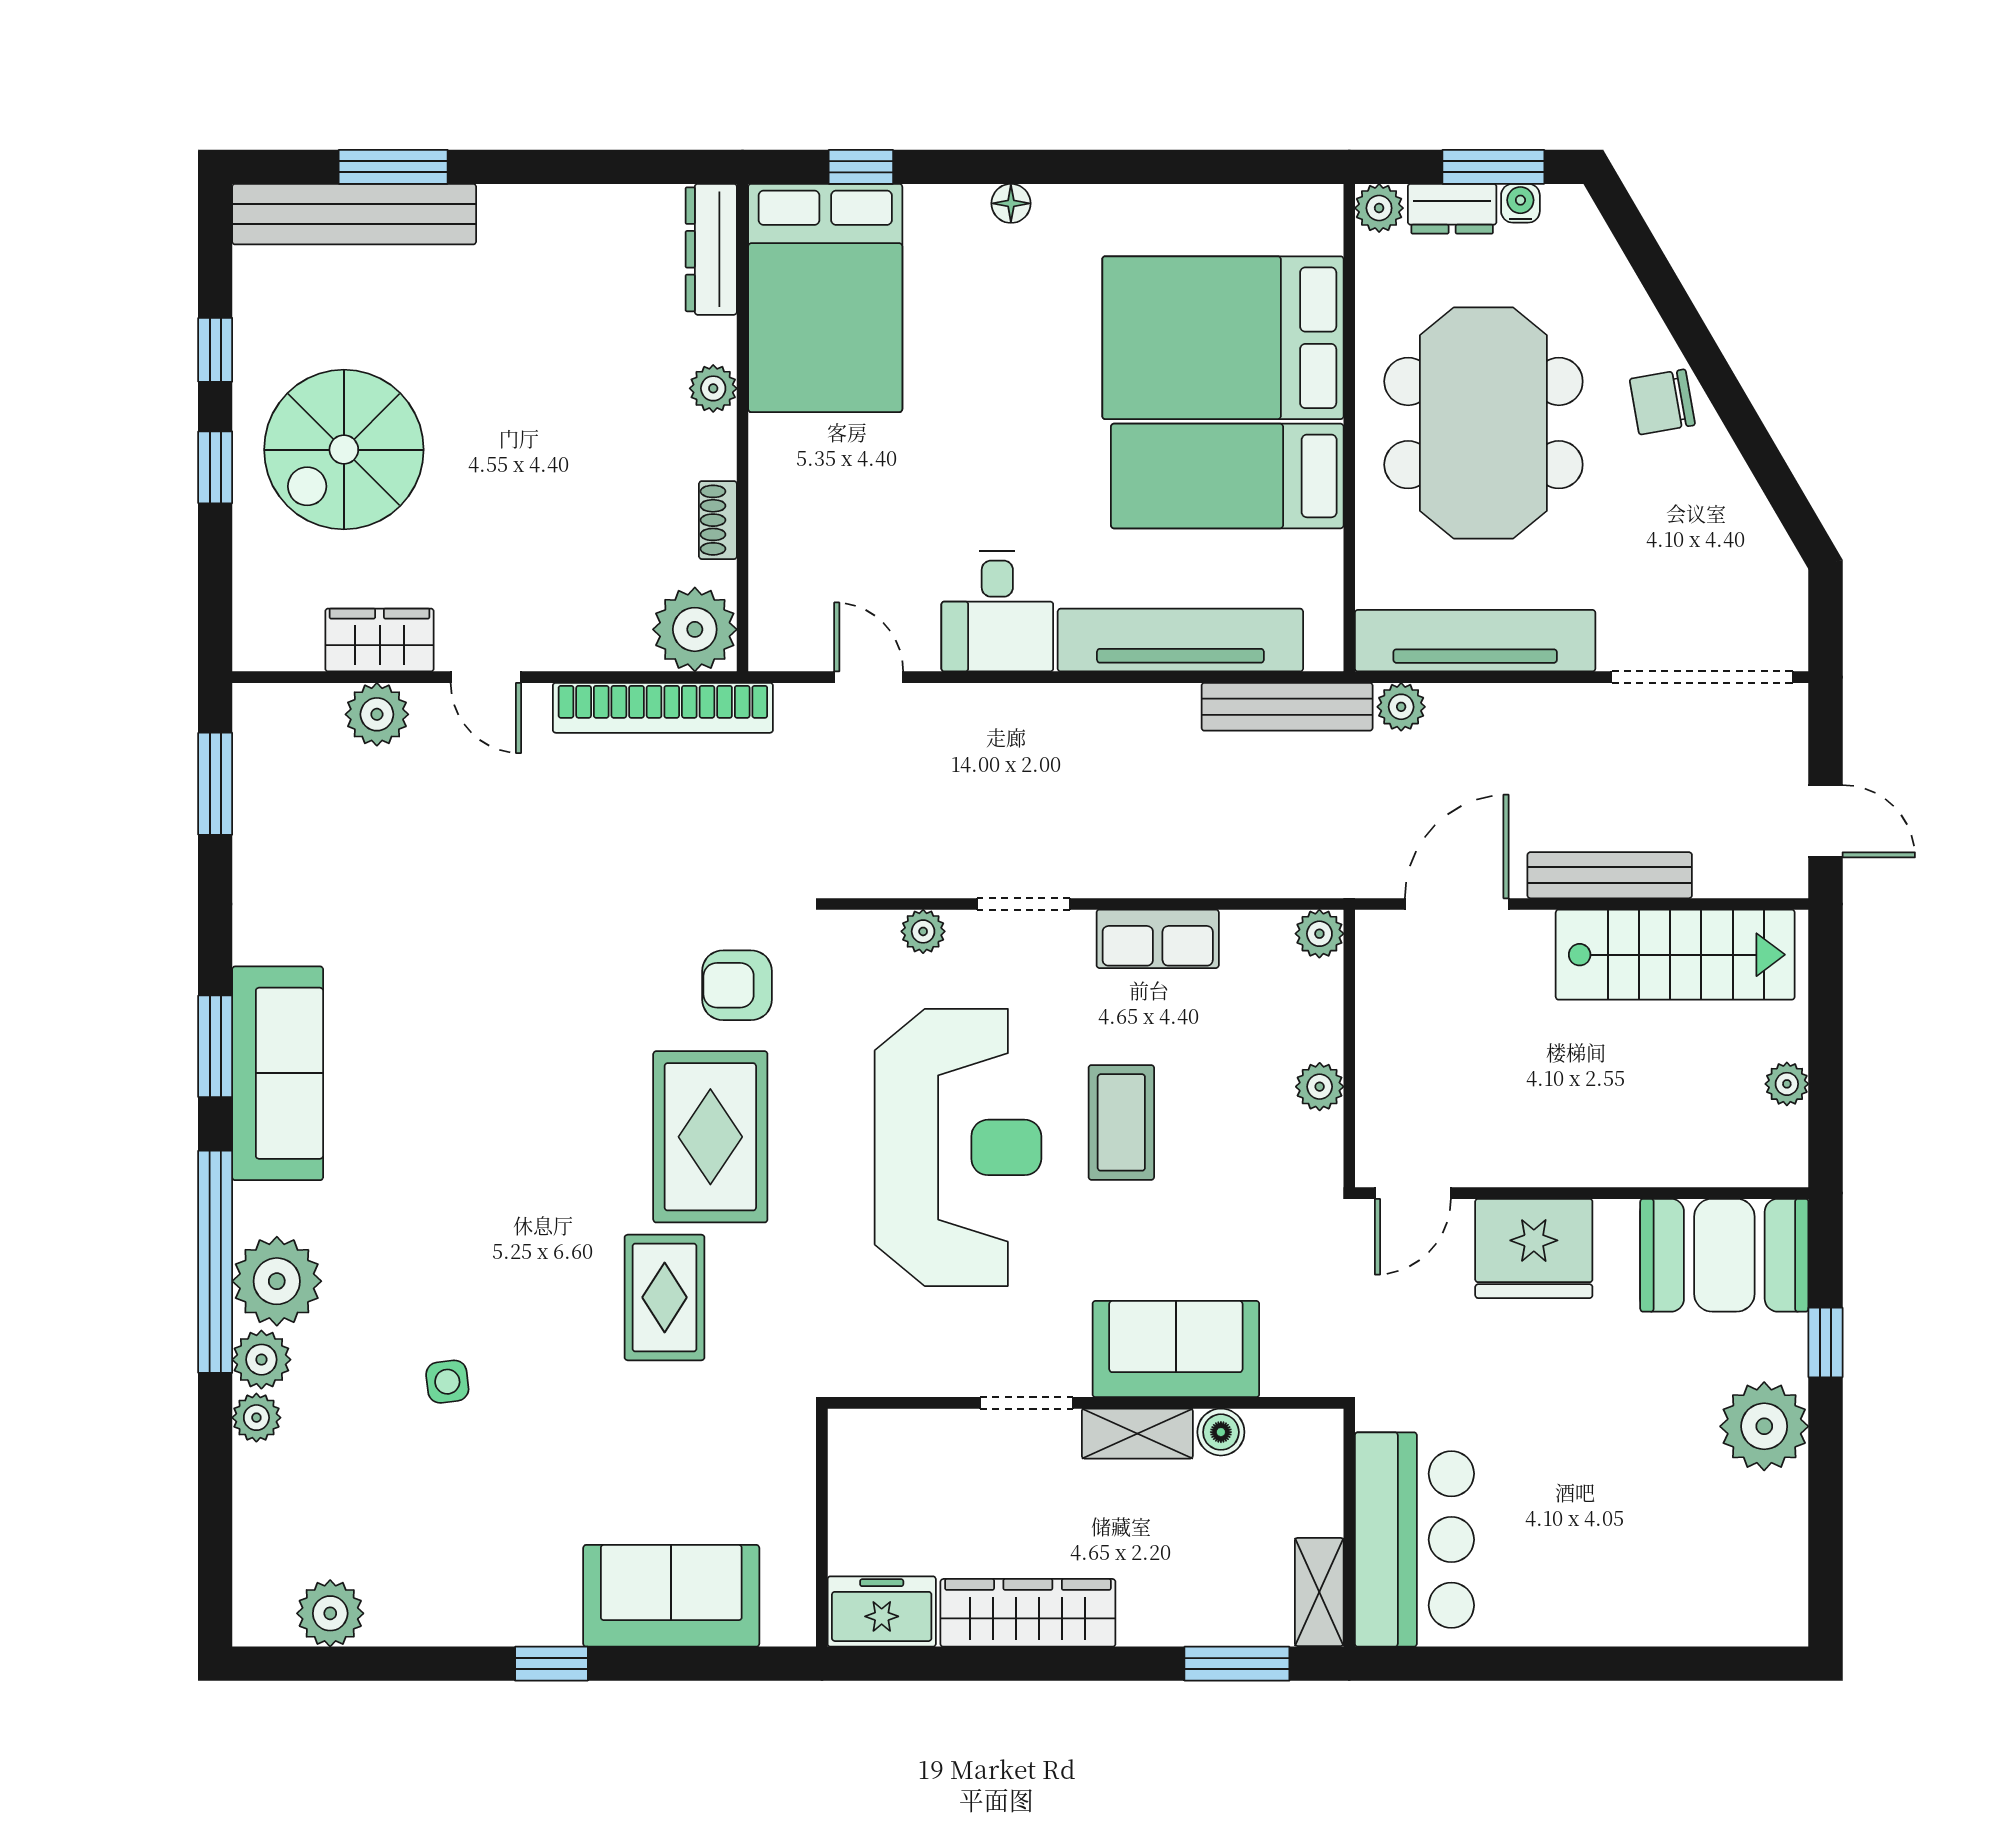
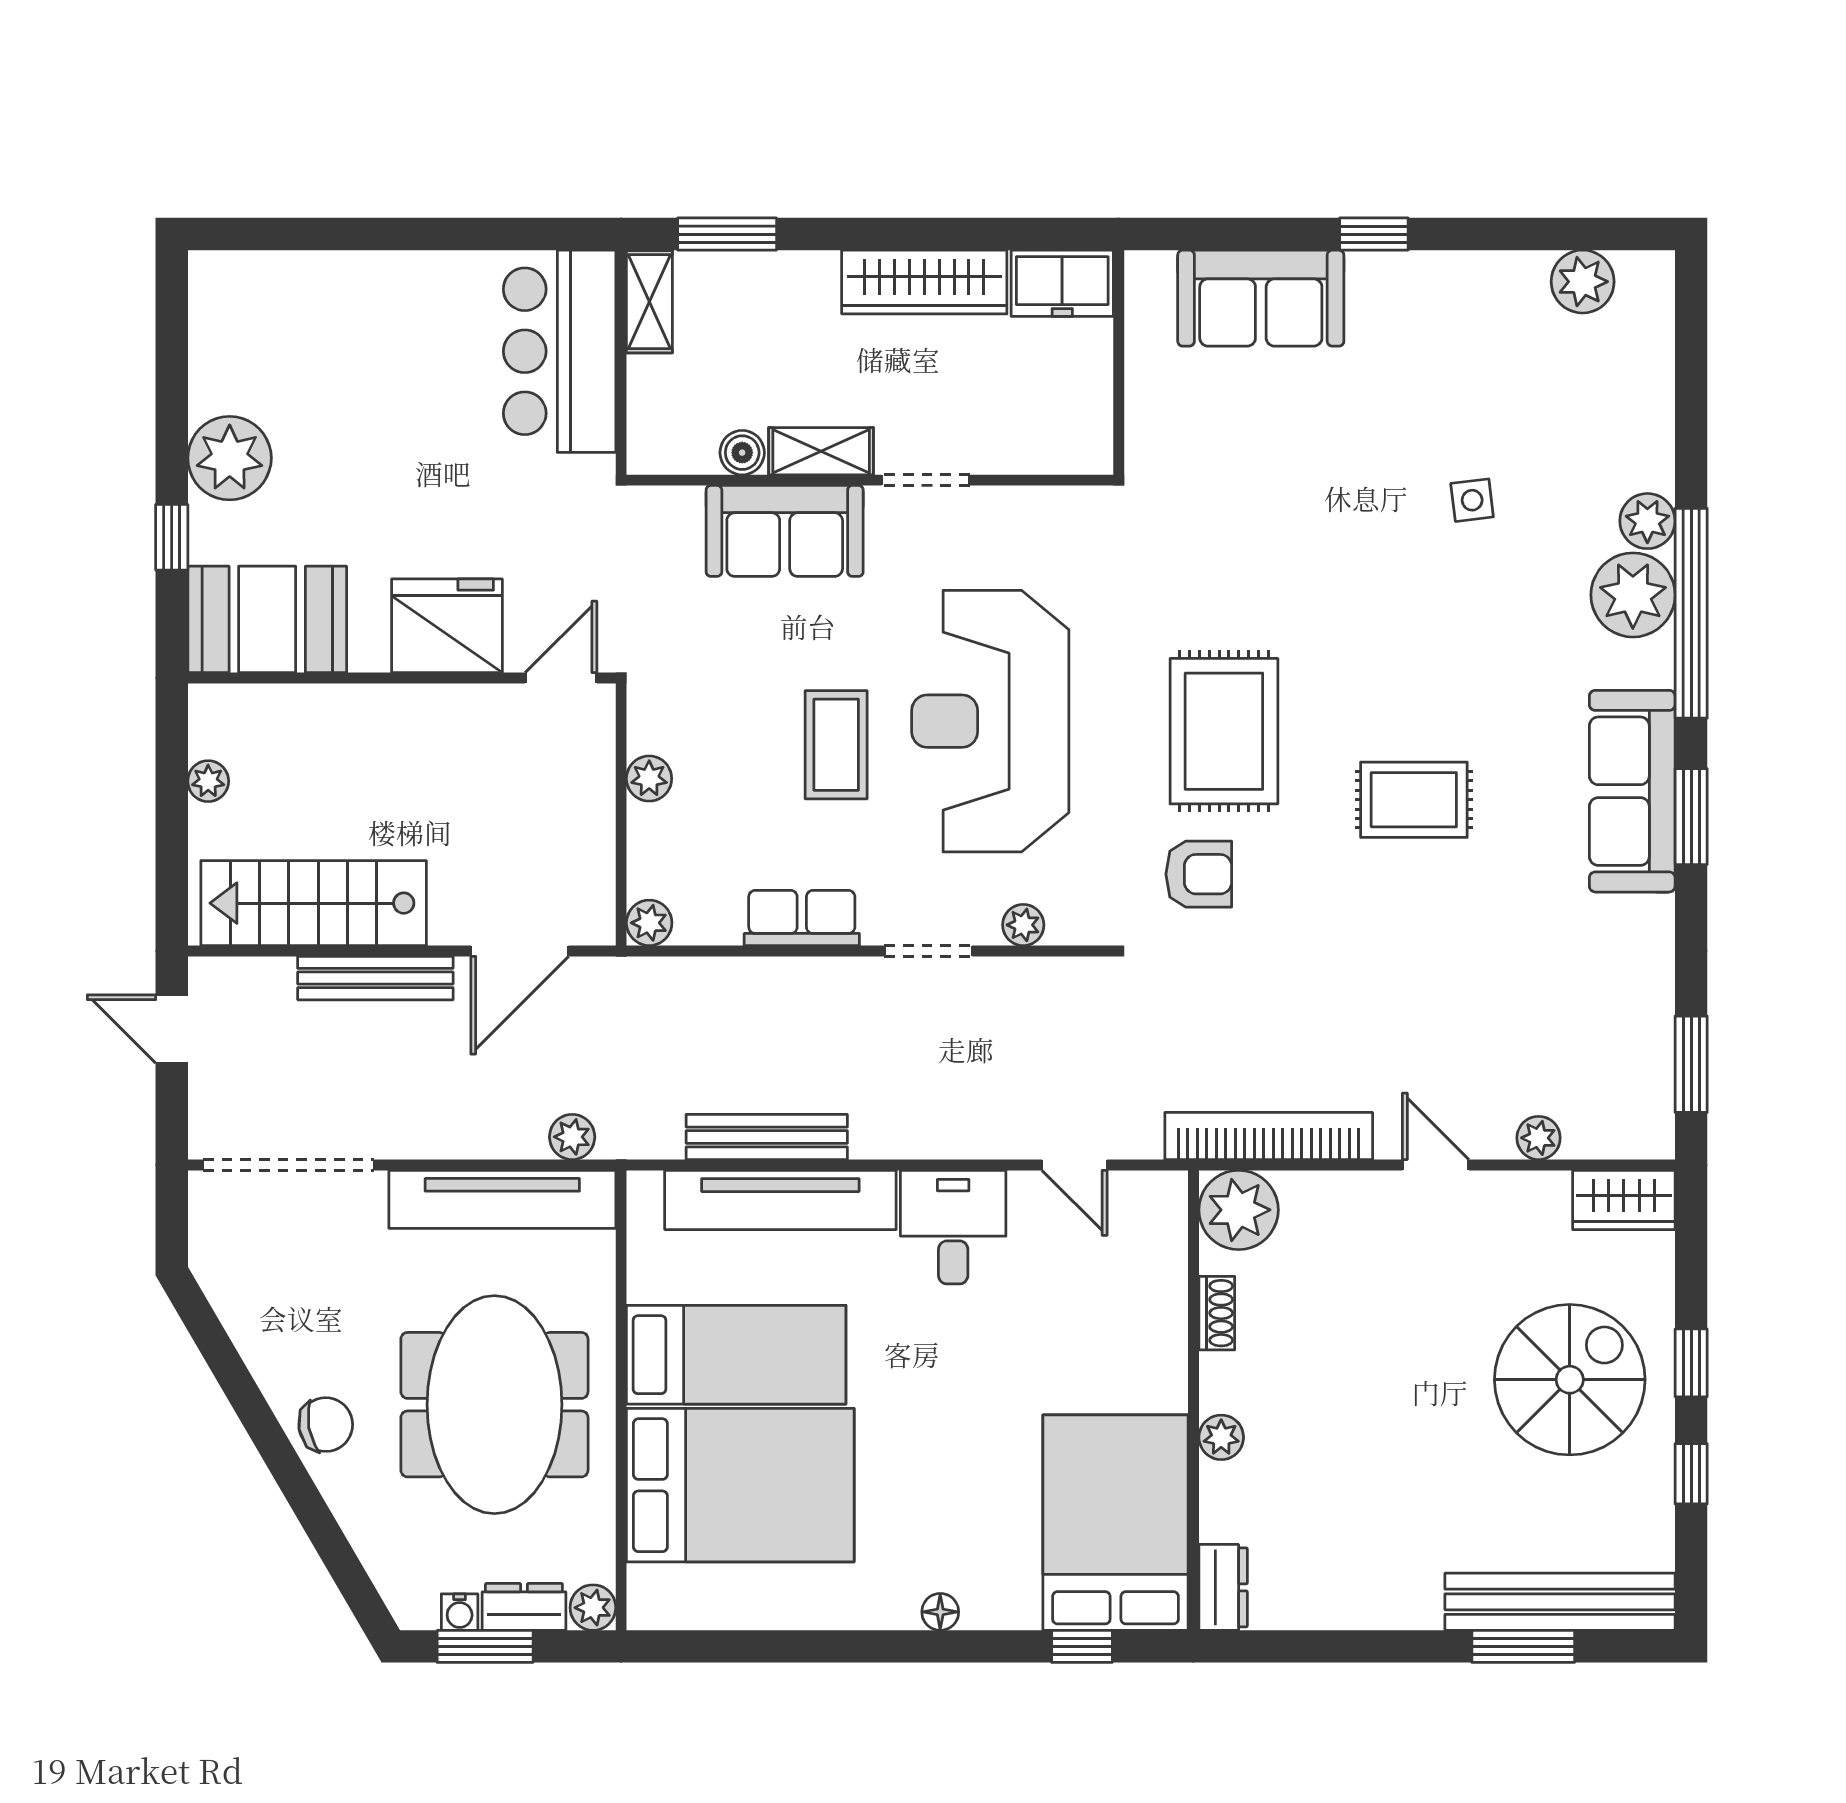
dresser: (711, 249) -> (1223, 1587), width x0.70
wardrobe: (380, 640) -> (1624, 1200), moved
bench: (1287, 707) -> (767, 1137), moved
plant: (377, 714) -> (1539, 1138), width x0.73, depth x0.73
rug: (665, 1297) -> (1414, 800), moved, turned 90
plant: (256, 1418) -> (1652, 466), removed

